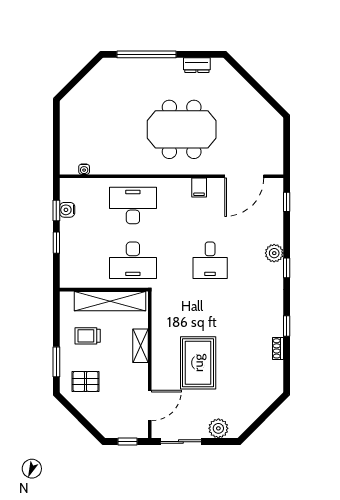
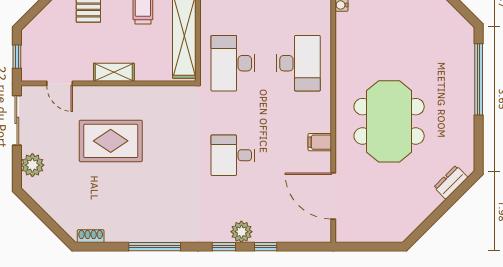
dresser: (197, 65) -> (451, 182), moved, turned 45
window: (287, 202) -> (266, 247), moved
window: (287, 326) -> (155, 247), width x2.17
shelving: (140, 346) -> (114, 72), moved
shoe rack: (278, 348) -> (91, 236), moved
door: (150, 406) -> (60, 83), width x0.73

